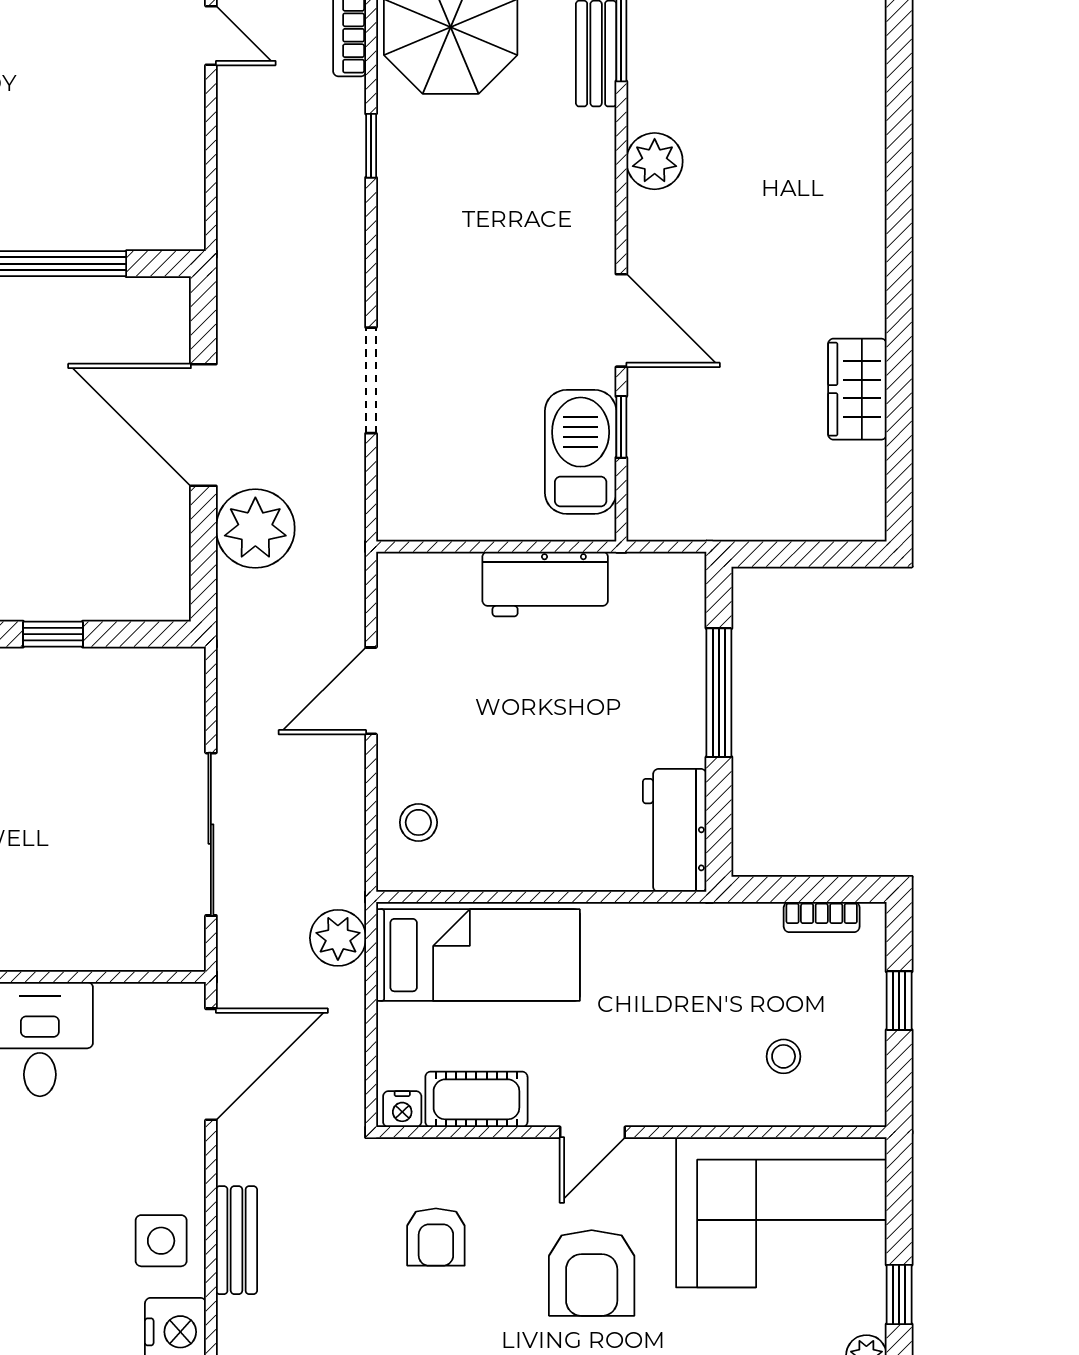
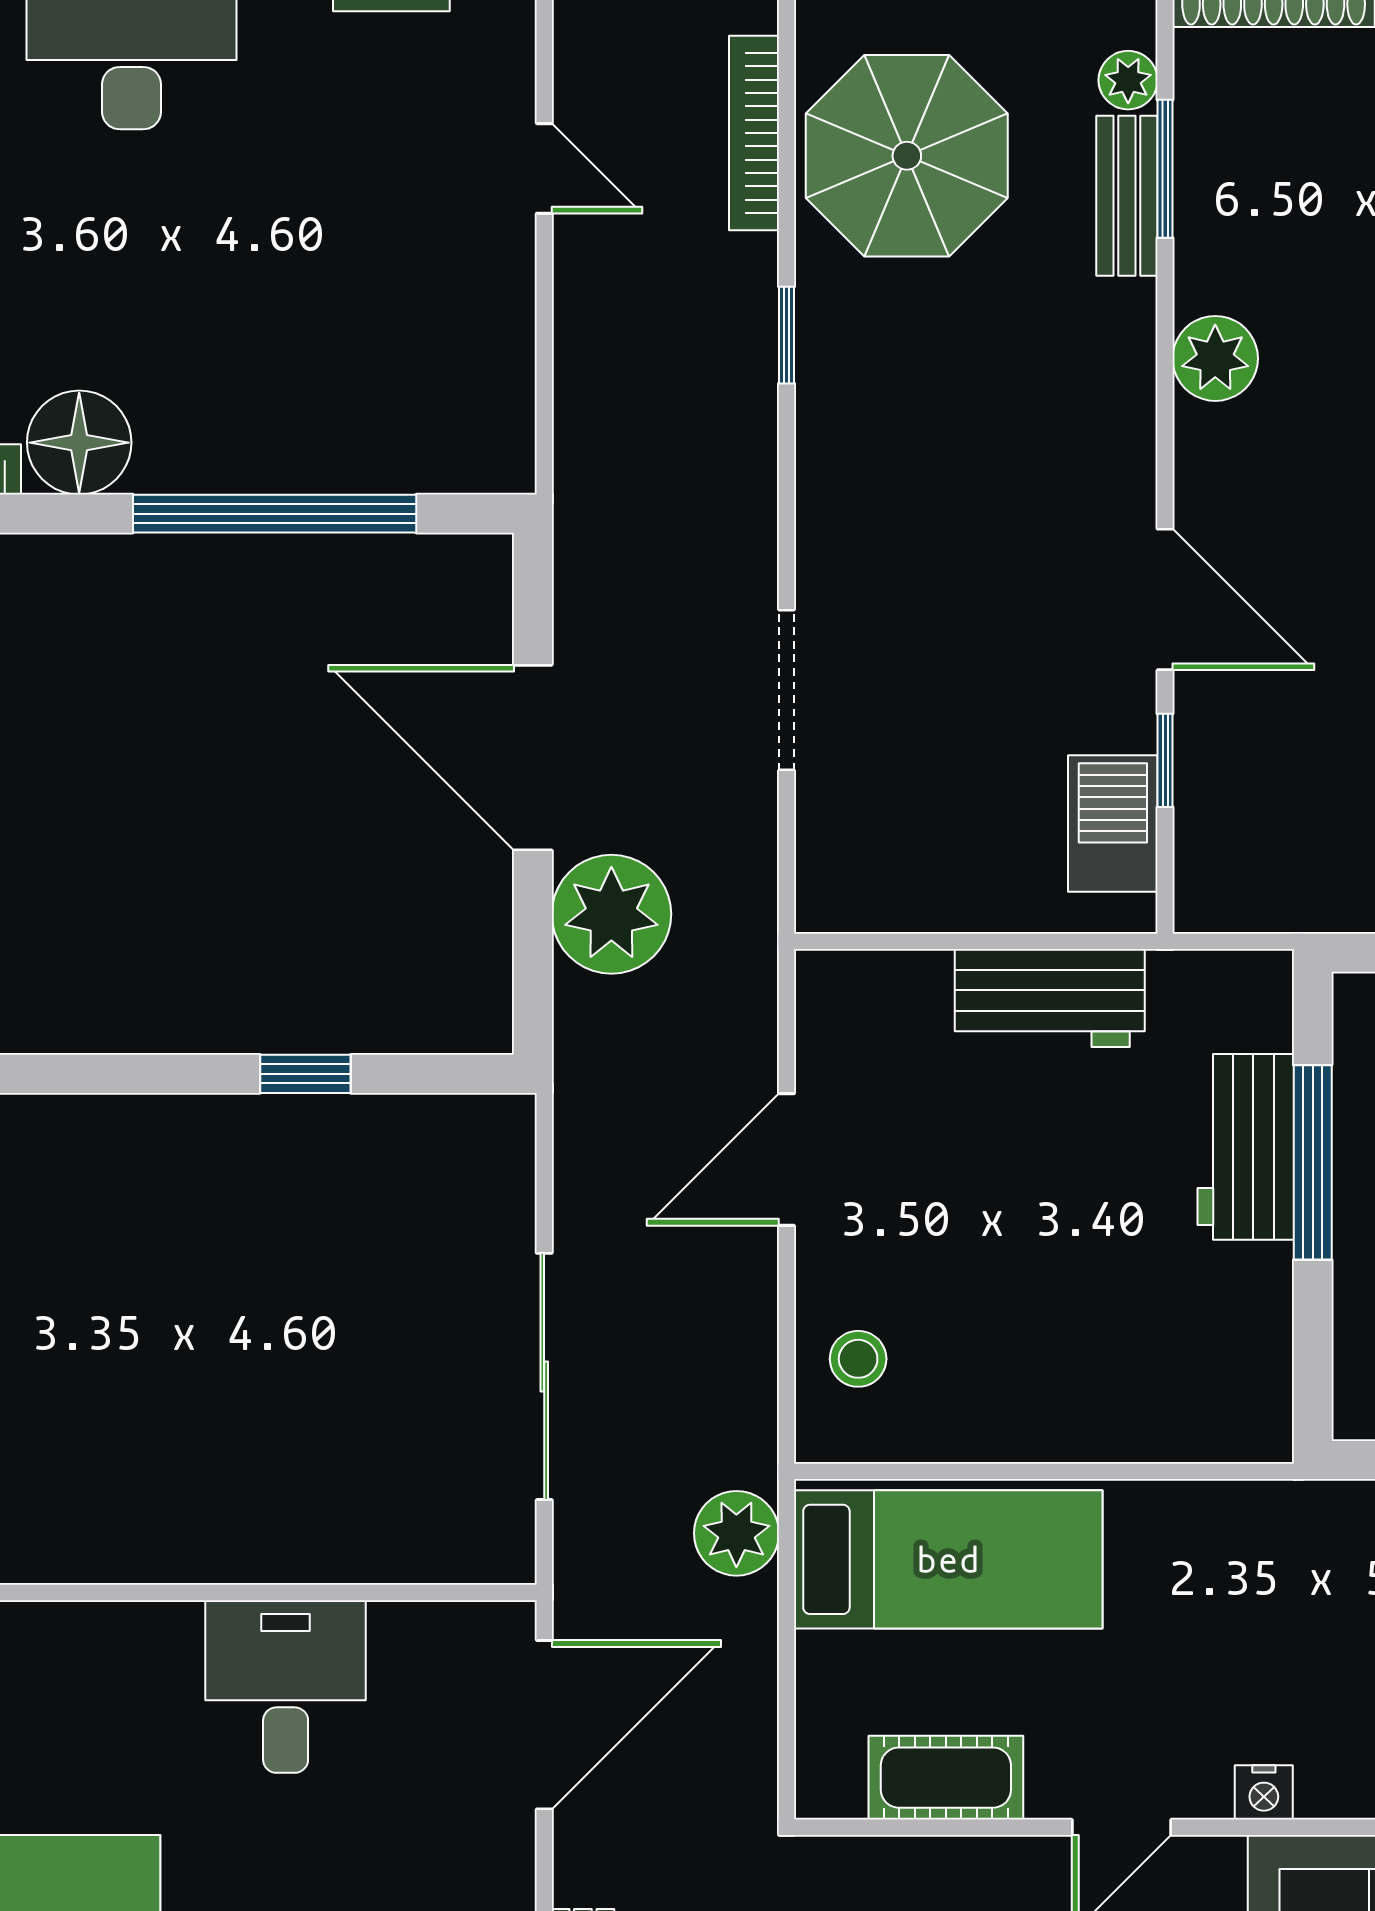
barbecue: (581, 452) -> (1113, 823), width x0.73, depth x0.83
workbench: (675, 830) -> (1246, 1147), moved
nightstand: (402, 1109) -> (1264, 1792), moved

